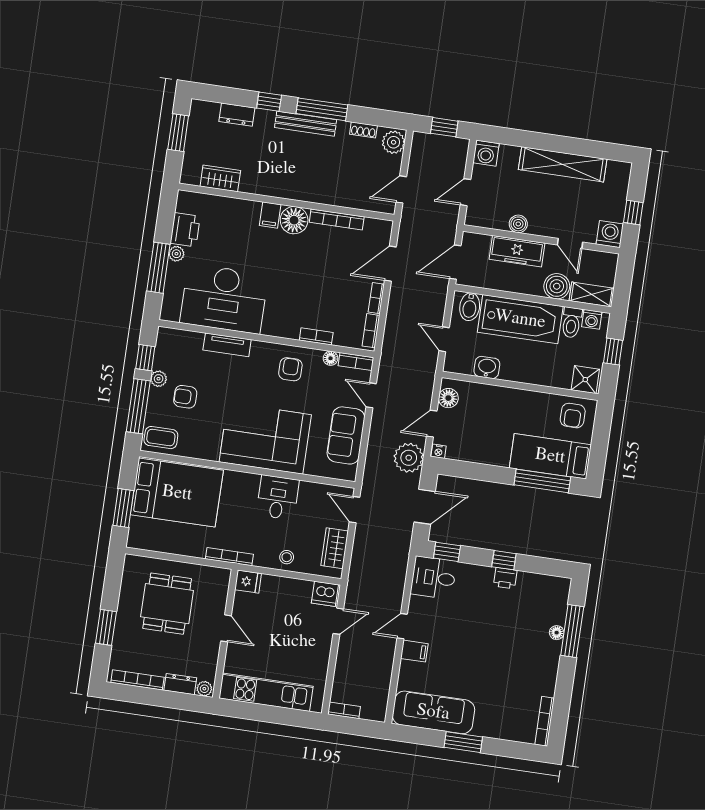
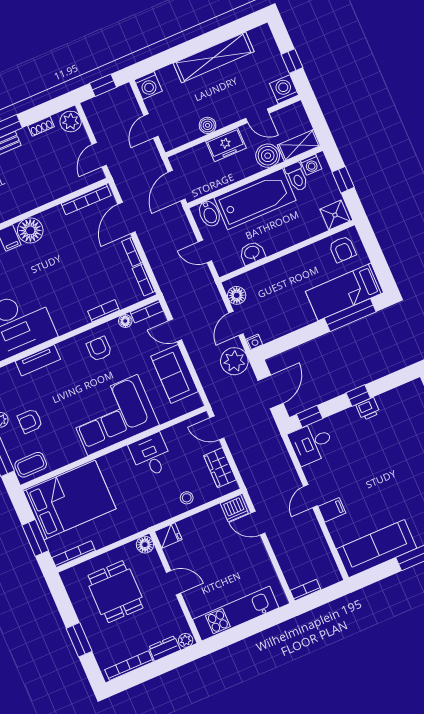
bookcase: (337, 219) -> (86, 199), moved
freezer: (517, 251) -> (226, 145), width x0.71
bookcase: (229, 557) -> (74, 554), moved
floor lamp: (221, 577) -> (145, 545), added
door: (338, 621) -> (258, 523), swing flipped

